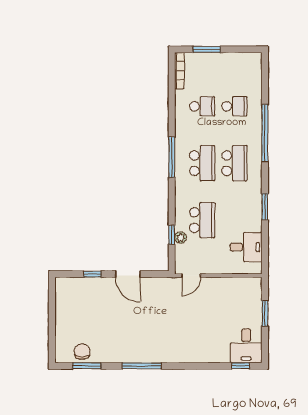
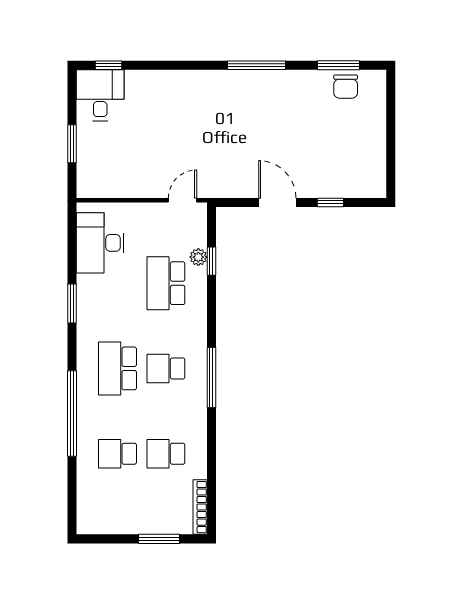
school desk: (202, 163) -> (166, 368), width x0.54
desk: (246, 247) -> (100, 243), width x1.37

